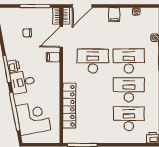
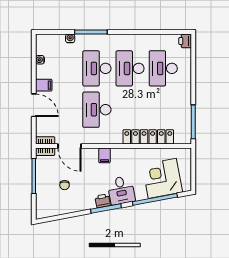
door: (82, 6) -> (34, 105), moved
filing cabinet: (53, 57) -> (104, 155), moved

